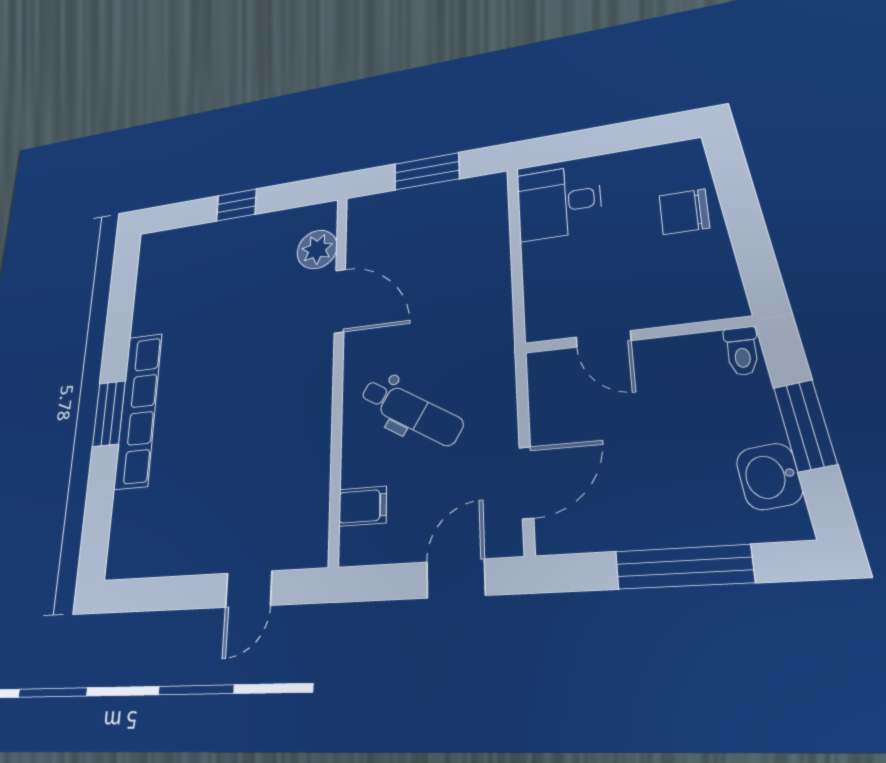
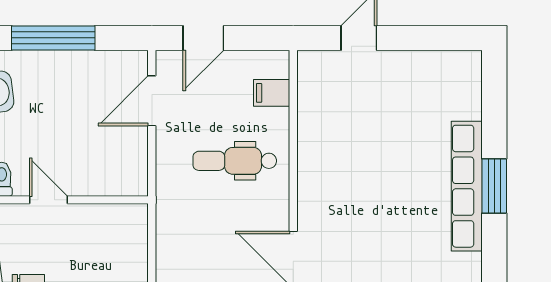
door: (604, 339) -> (48, 200), moved
dental chair: (411, 411) -> (235, 161), turned -31

